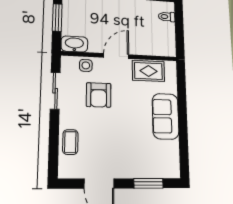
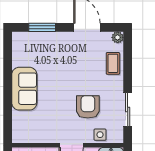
rug: (148, 71) -> (40, 132), removed
plant: (64, 172) -> (118, 37), added

